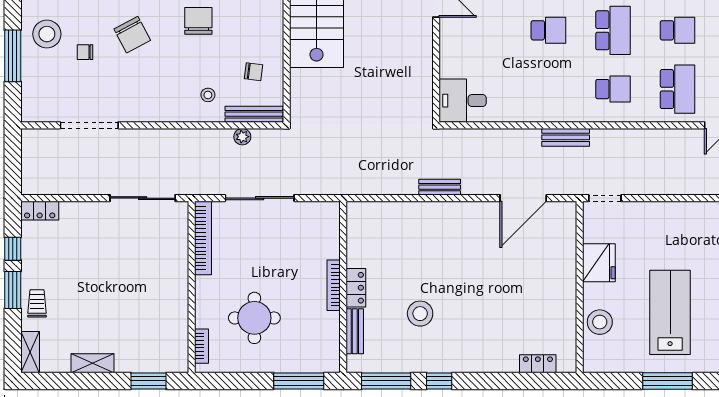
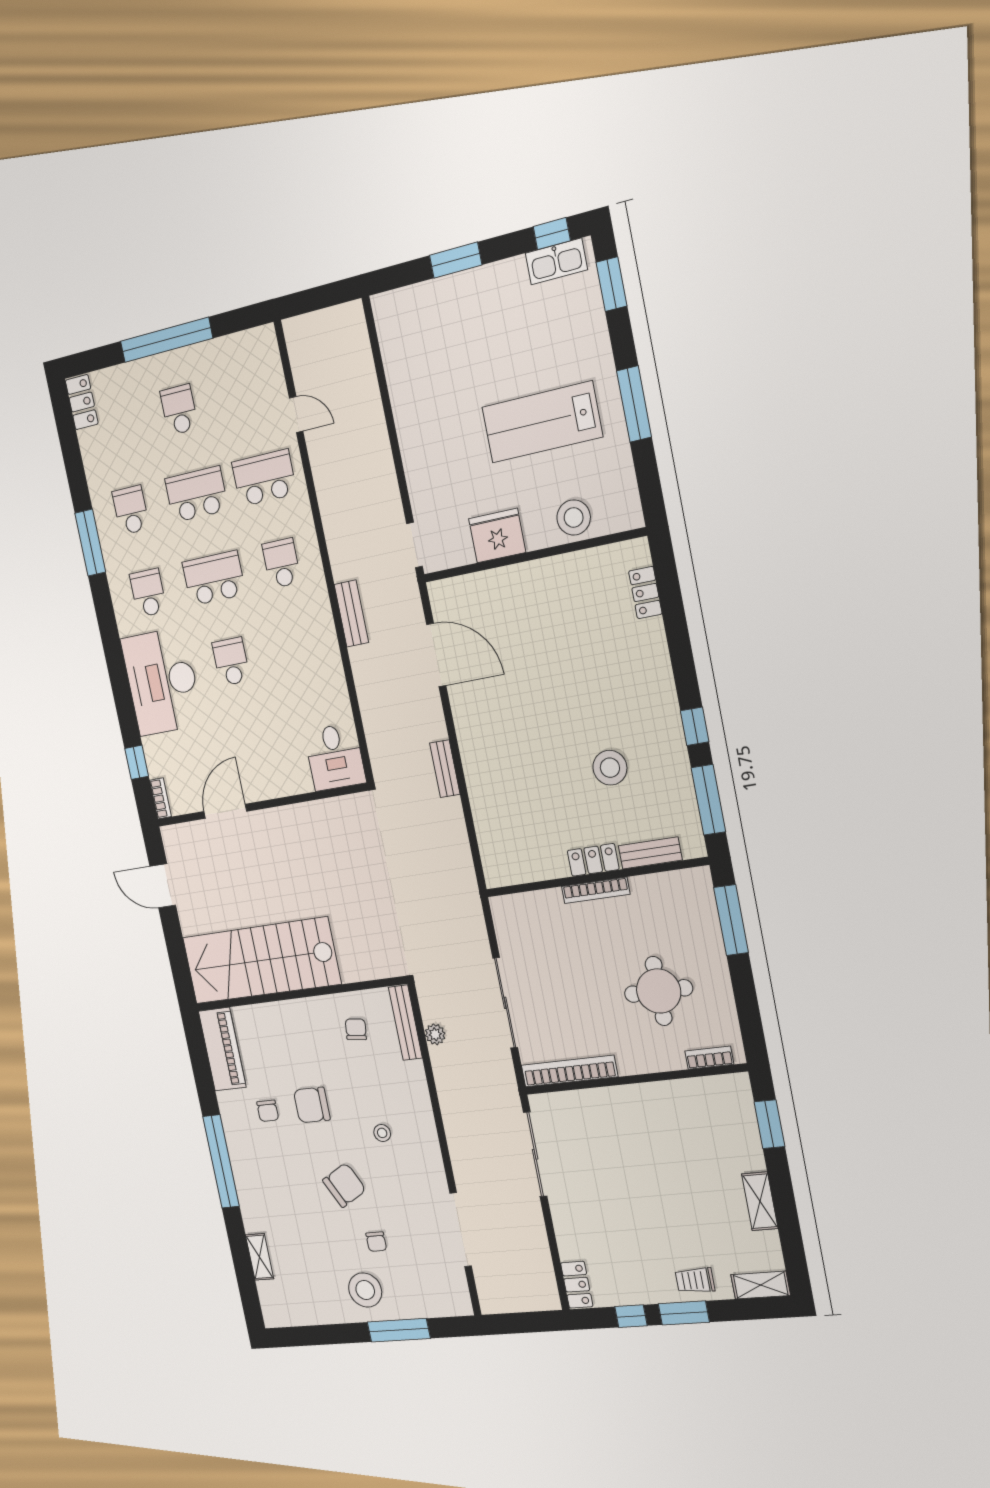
school desk: (678, 30) -> (197, 494), width x1.85
stool: (208, 95) -> (382, 1133), moved

